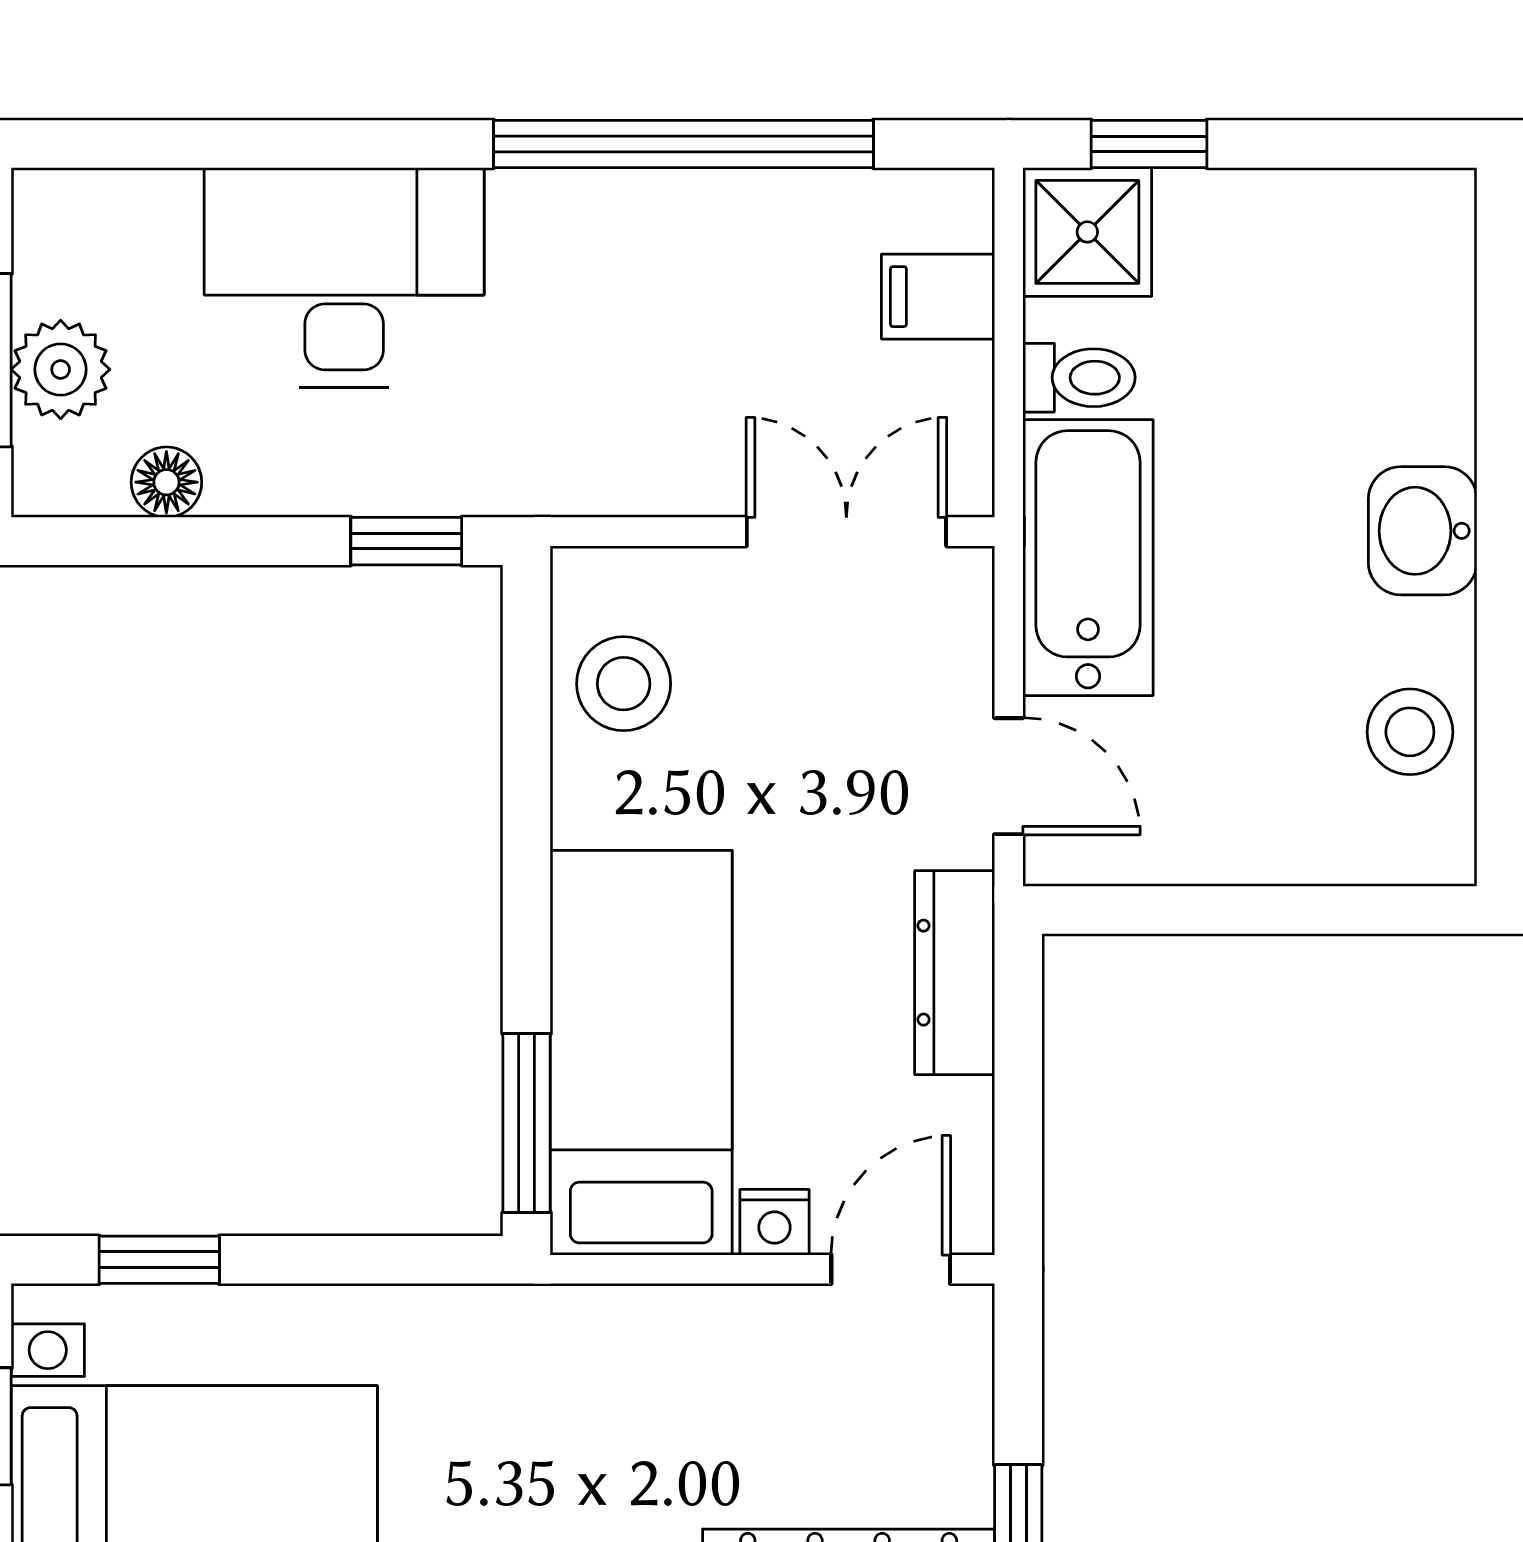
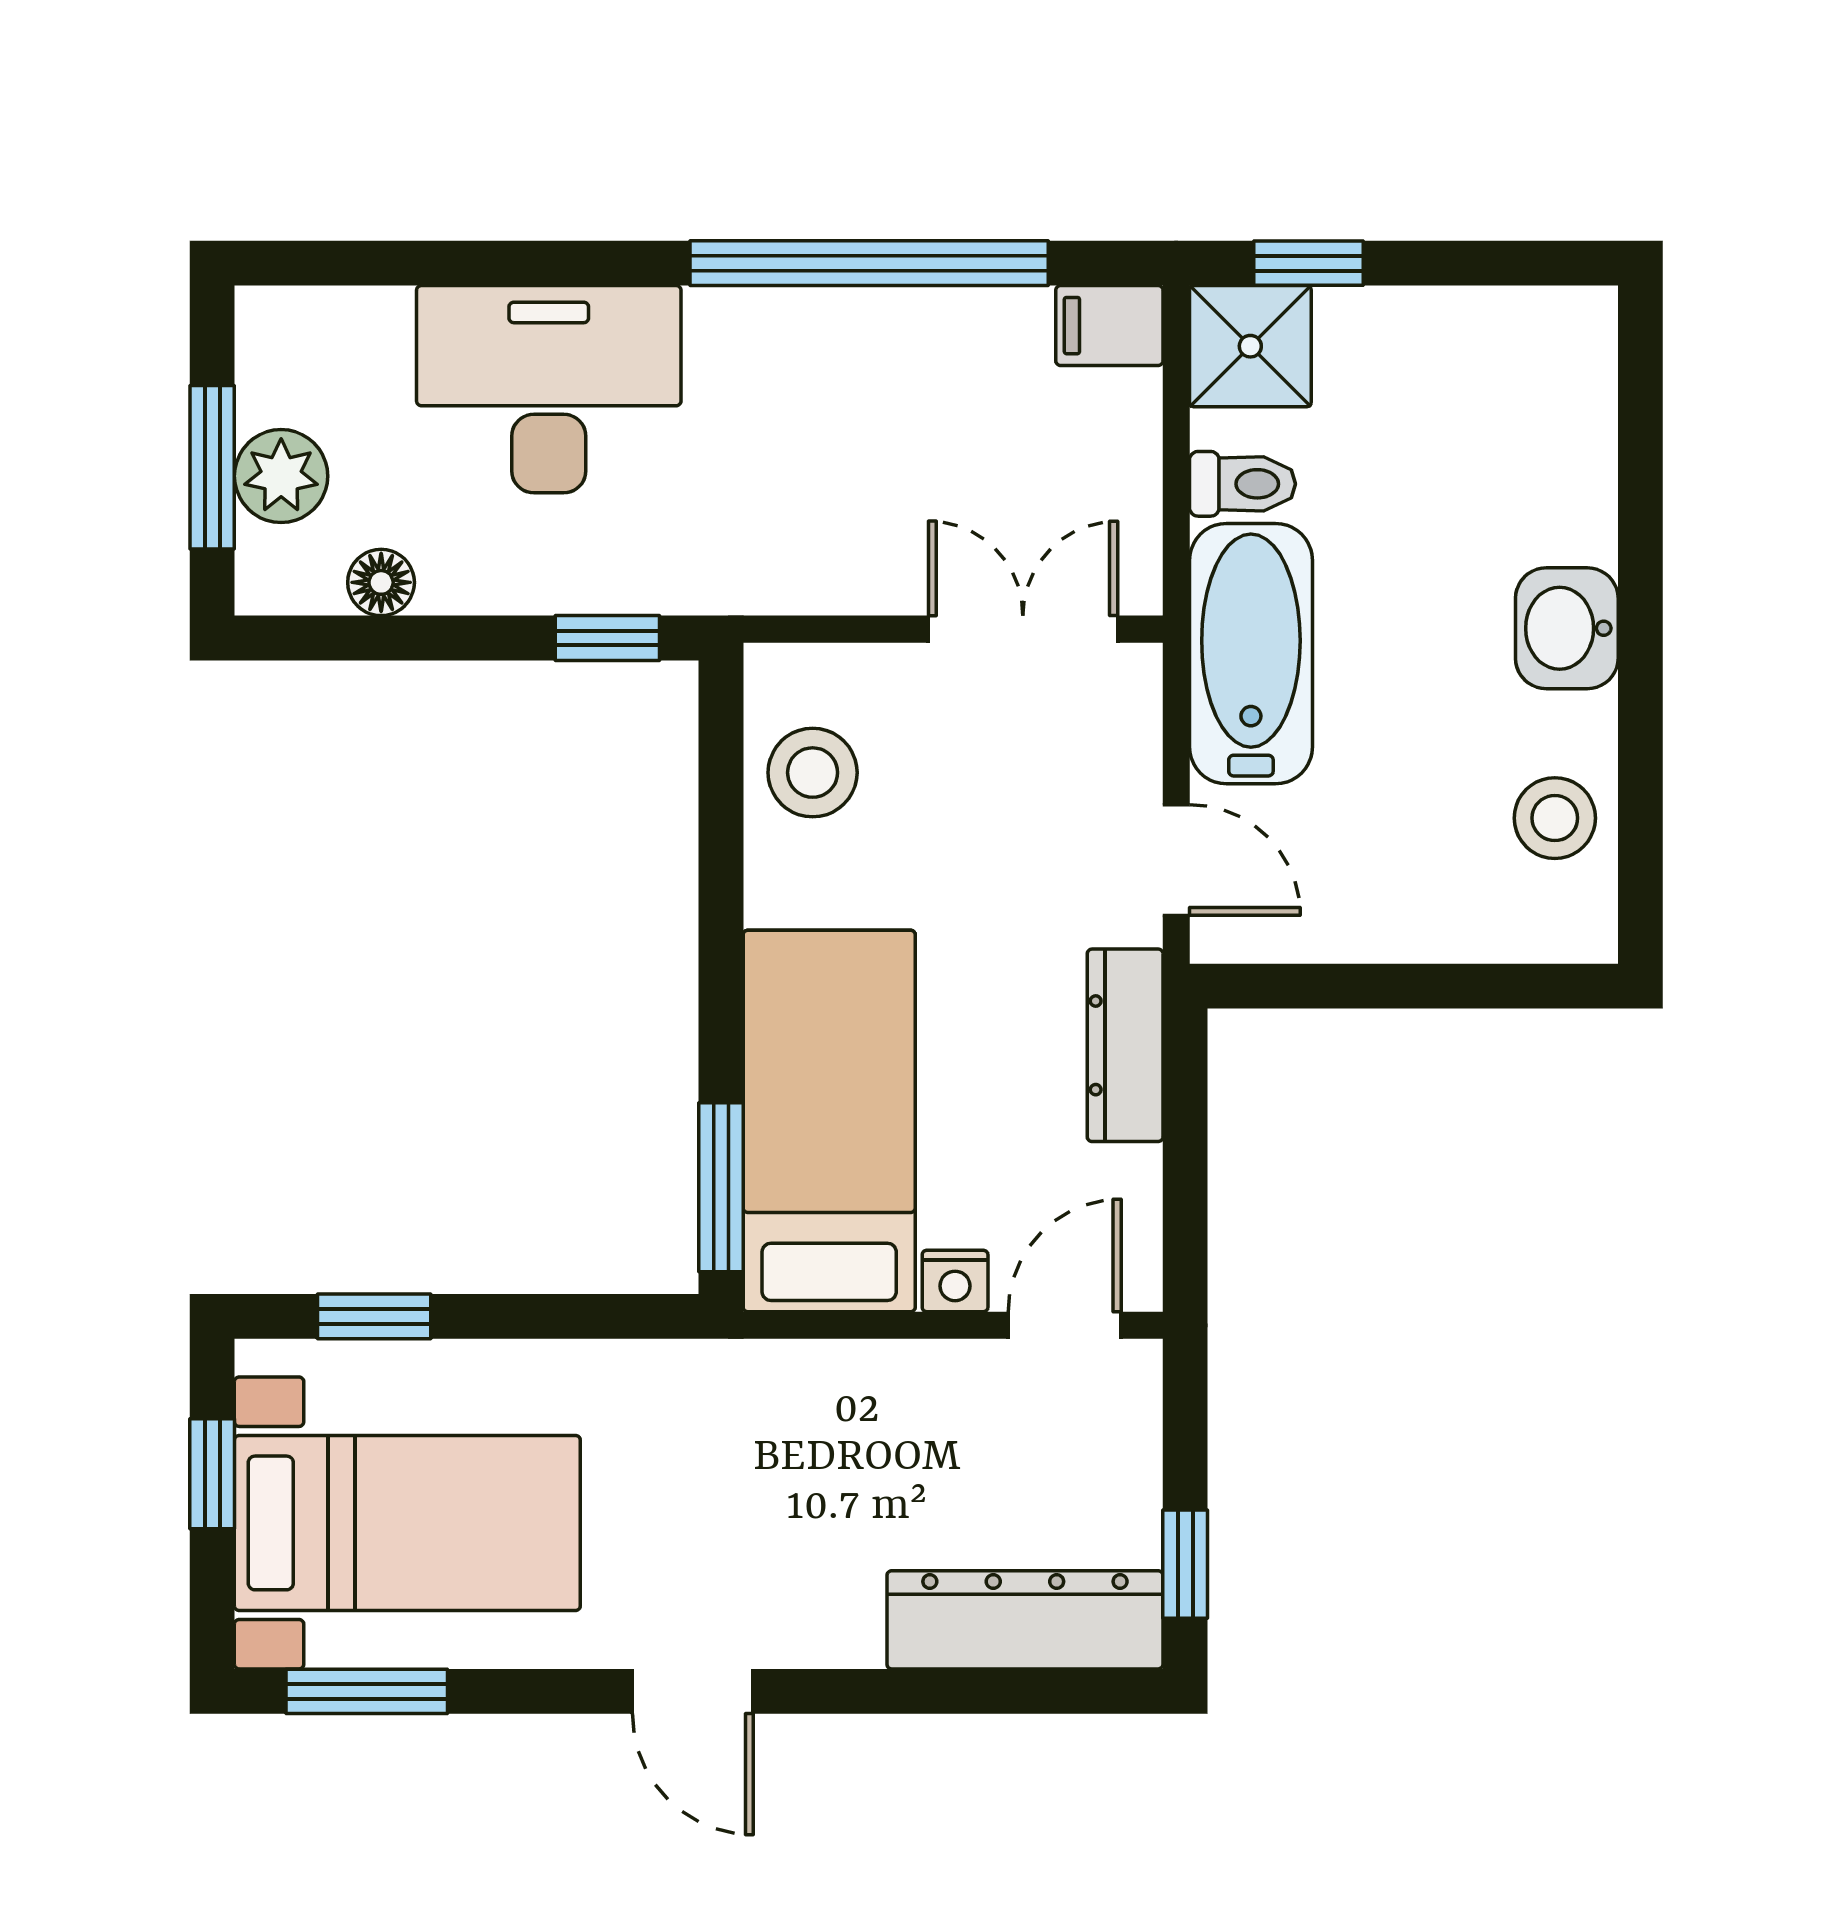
filing cabinet: (938, 297) -> (1109, 326), moved

